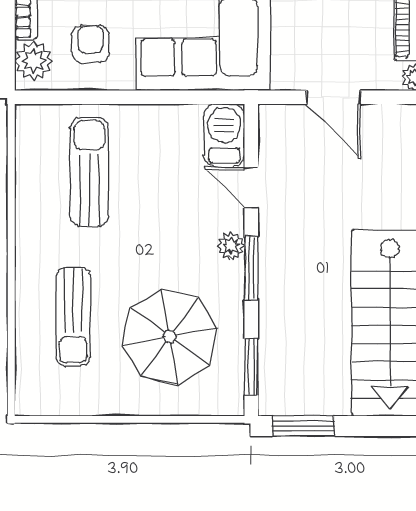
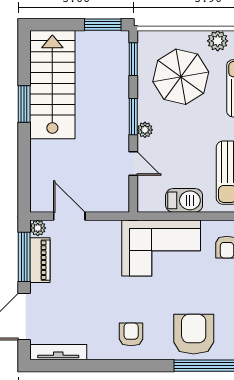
door: (334, 97) -> (69, 216), moved
barbecue: (224, 135) -> (184, 200), moved, turned -90
plant: (106, 398) -> (218, 41), added

